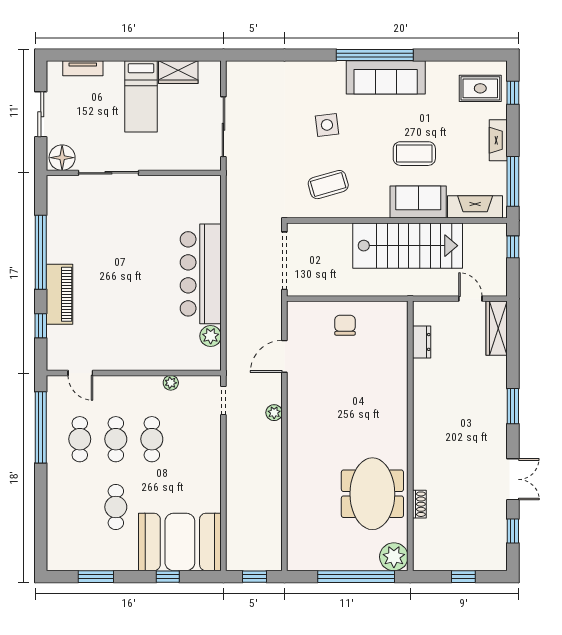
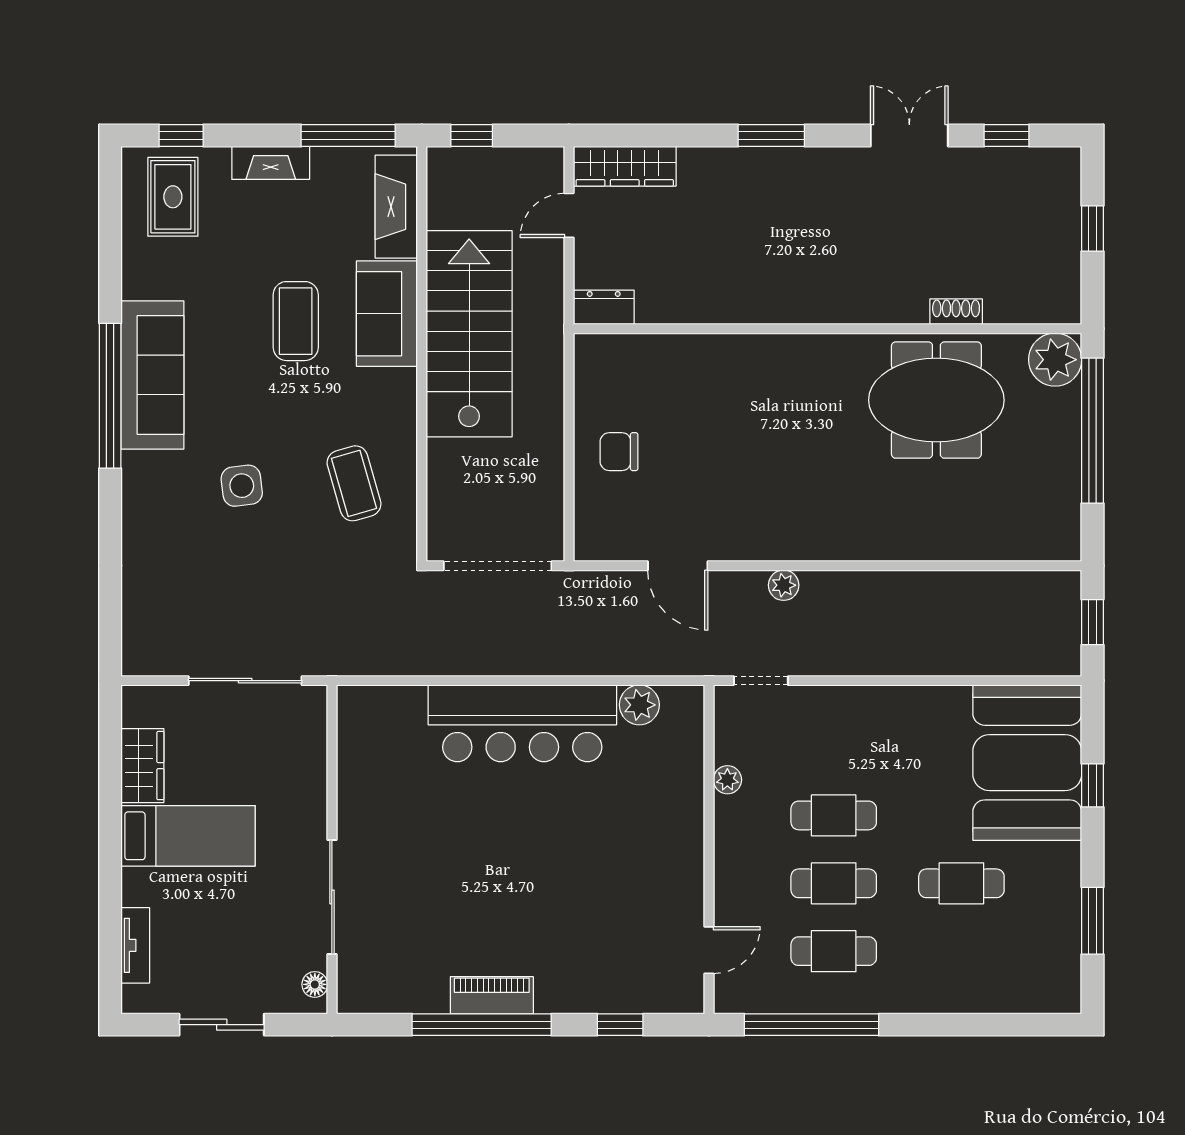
floor lamp: (62, 158) -> (315, 984), width x0.53, depth x0.53
piano: (60, 294) -> (492, 995), moved, width x0.73, depth x0.75
dresser: (422, 342) -> (604, 307), moved

